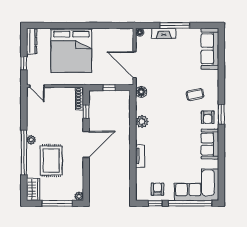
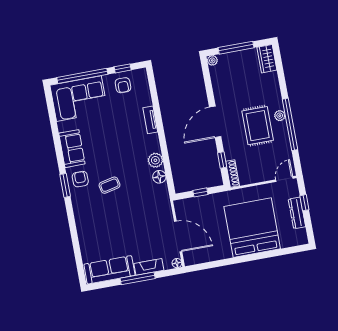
dresser: (32, 41) -> (297, 213), moved
sofa: (210, 49) -> (109, 270), moved, turned -90
door: (135, 65) -> (178, 236), moved
door: (37, 86) -> (284, 179), hinge flipped
floor lamp: (141, 92) -> (159, 177), moved
coffee table: (195, 95) -> (110, 185), moved
window: (24, 153) -> (290, 124), moved
rug: (51, 160) -> (258, 126), moved

